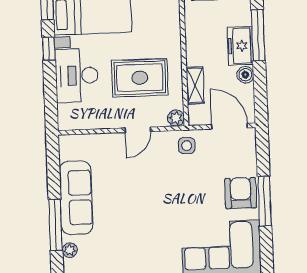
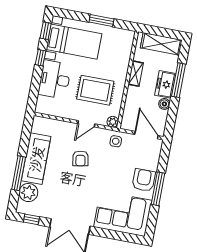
shelving: (195, 85) -> (136, 74), moved
armchair: (141, 183) -> (80, 158), added
plant: (70, 250) -> (28, 193), width x1.87, depth x1.87

